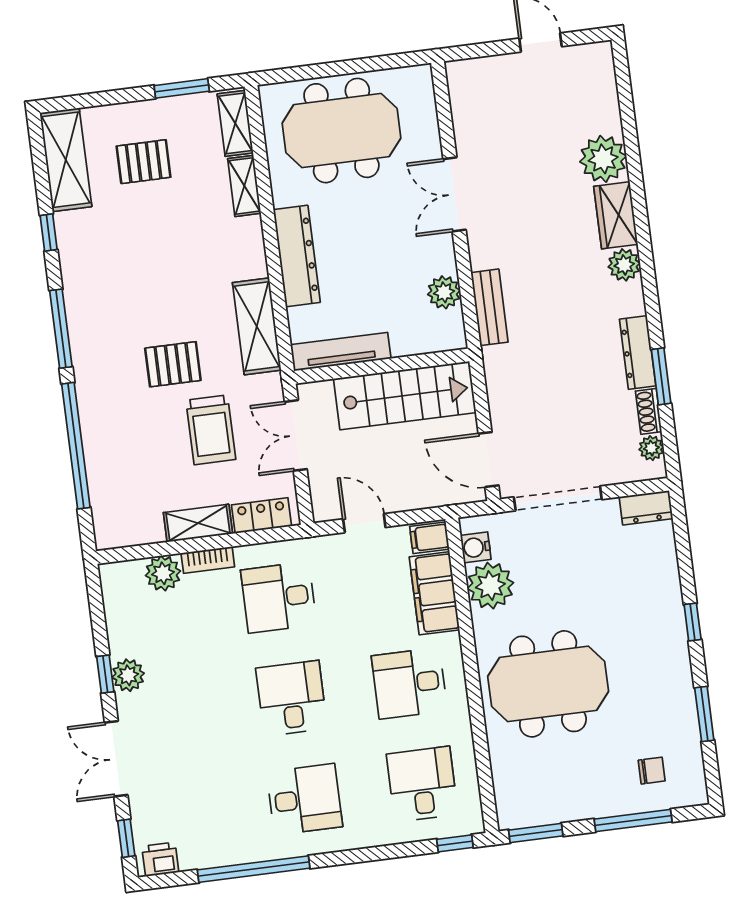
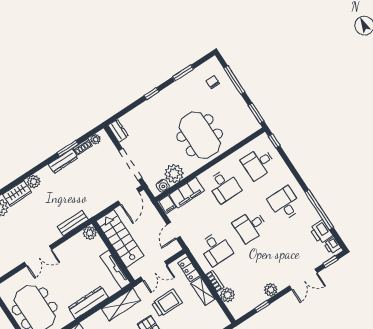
plant: (444, 292) -> (90, 233), moved
window: (105, 674) -> (262, 306), moved
printer: (203, 849) -> (321, 232), added

